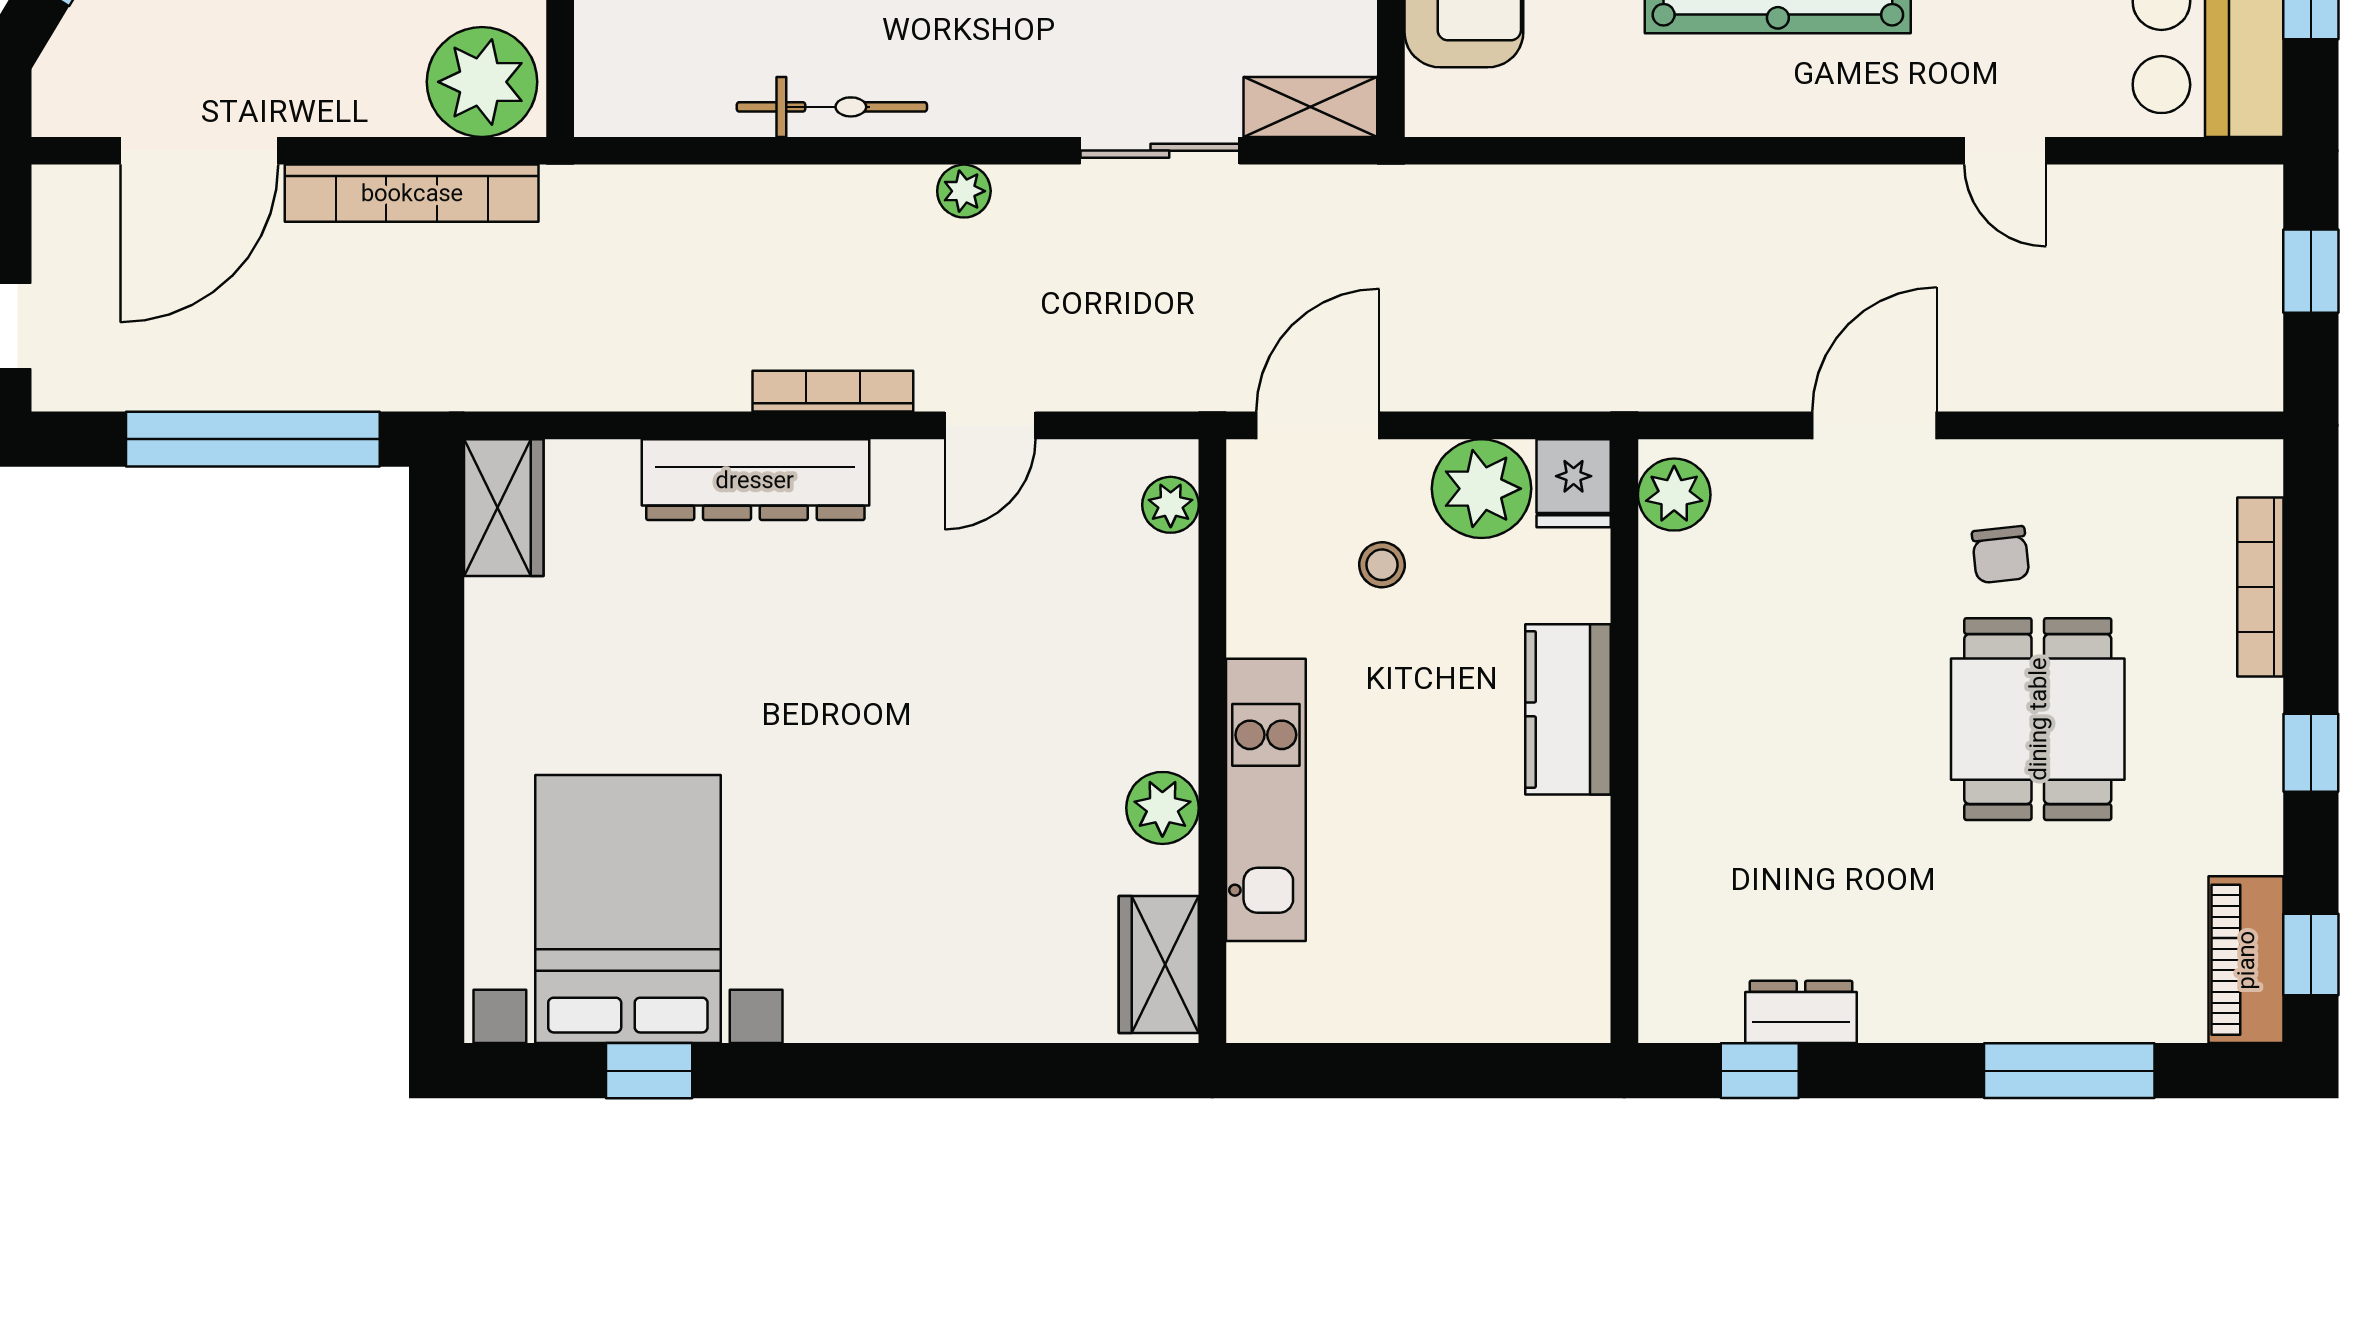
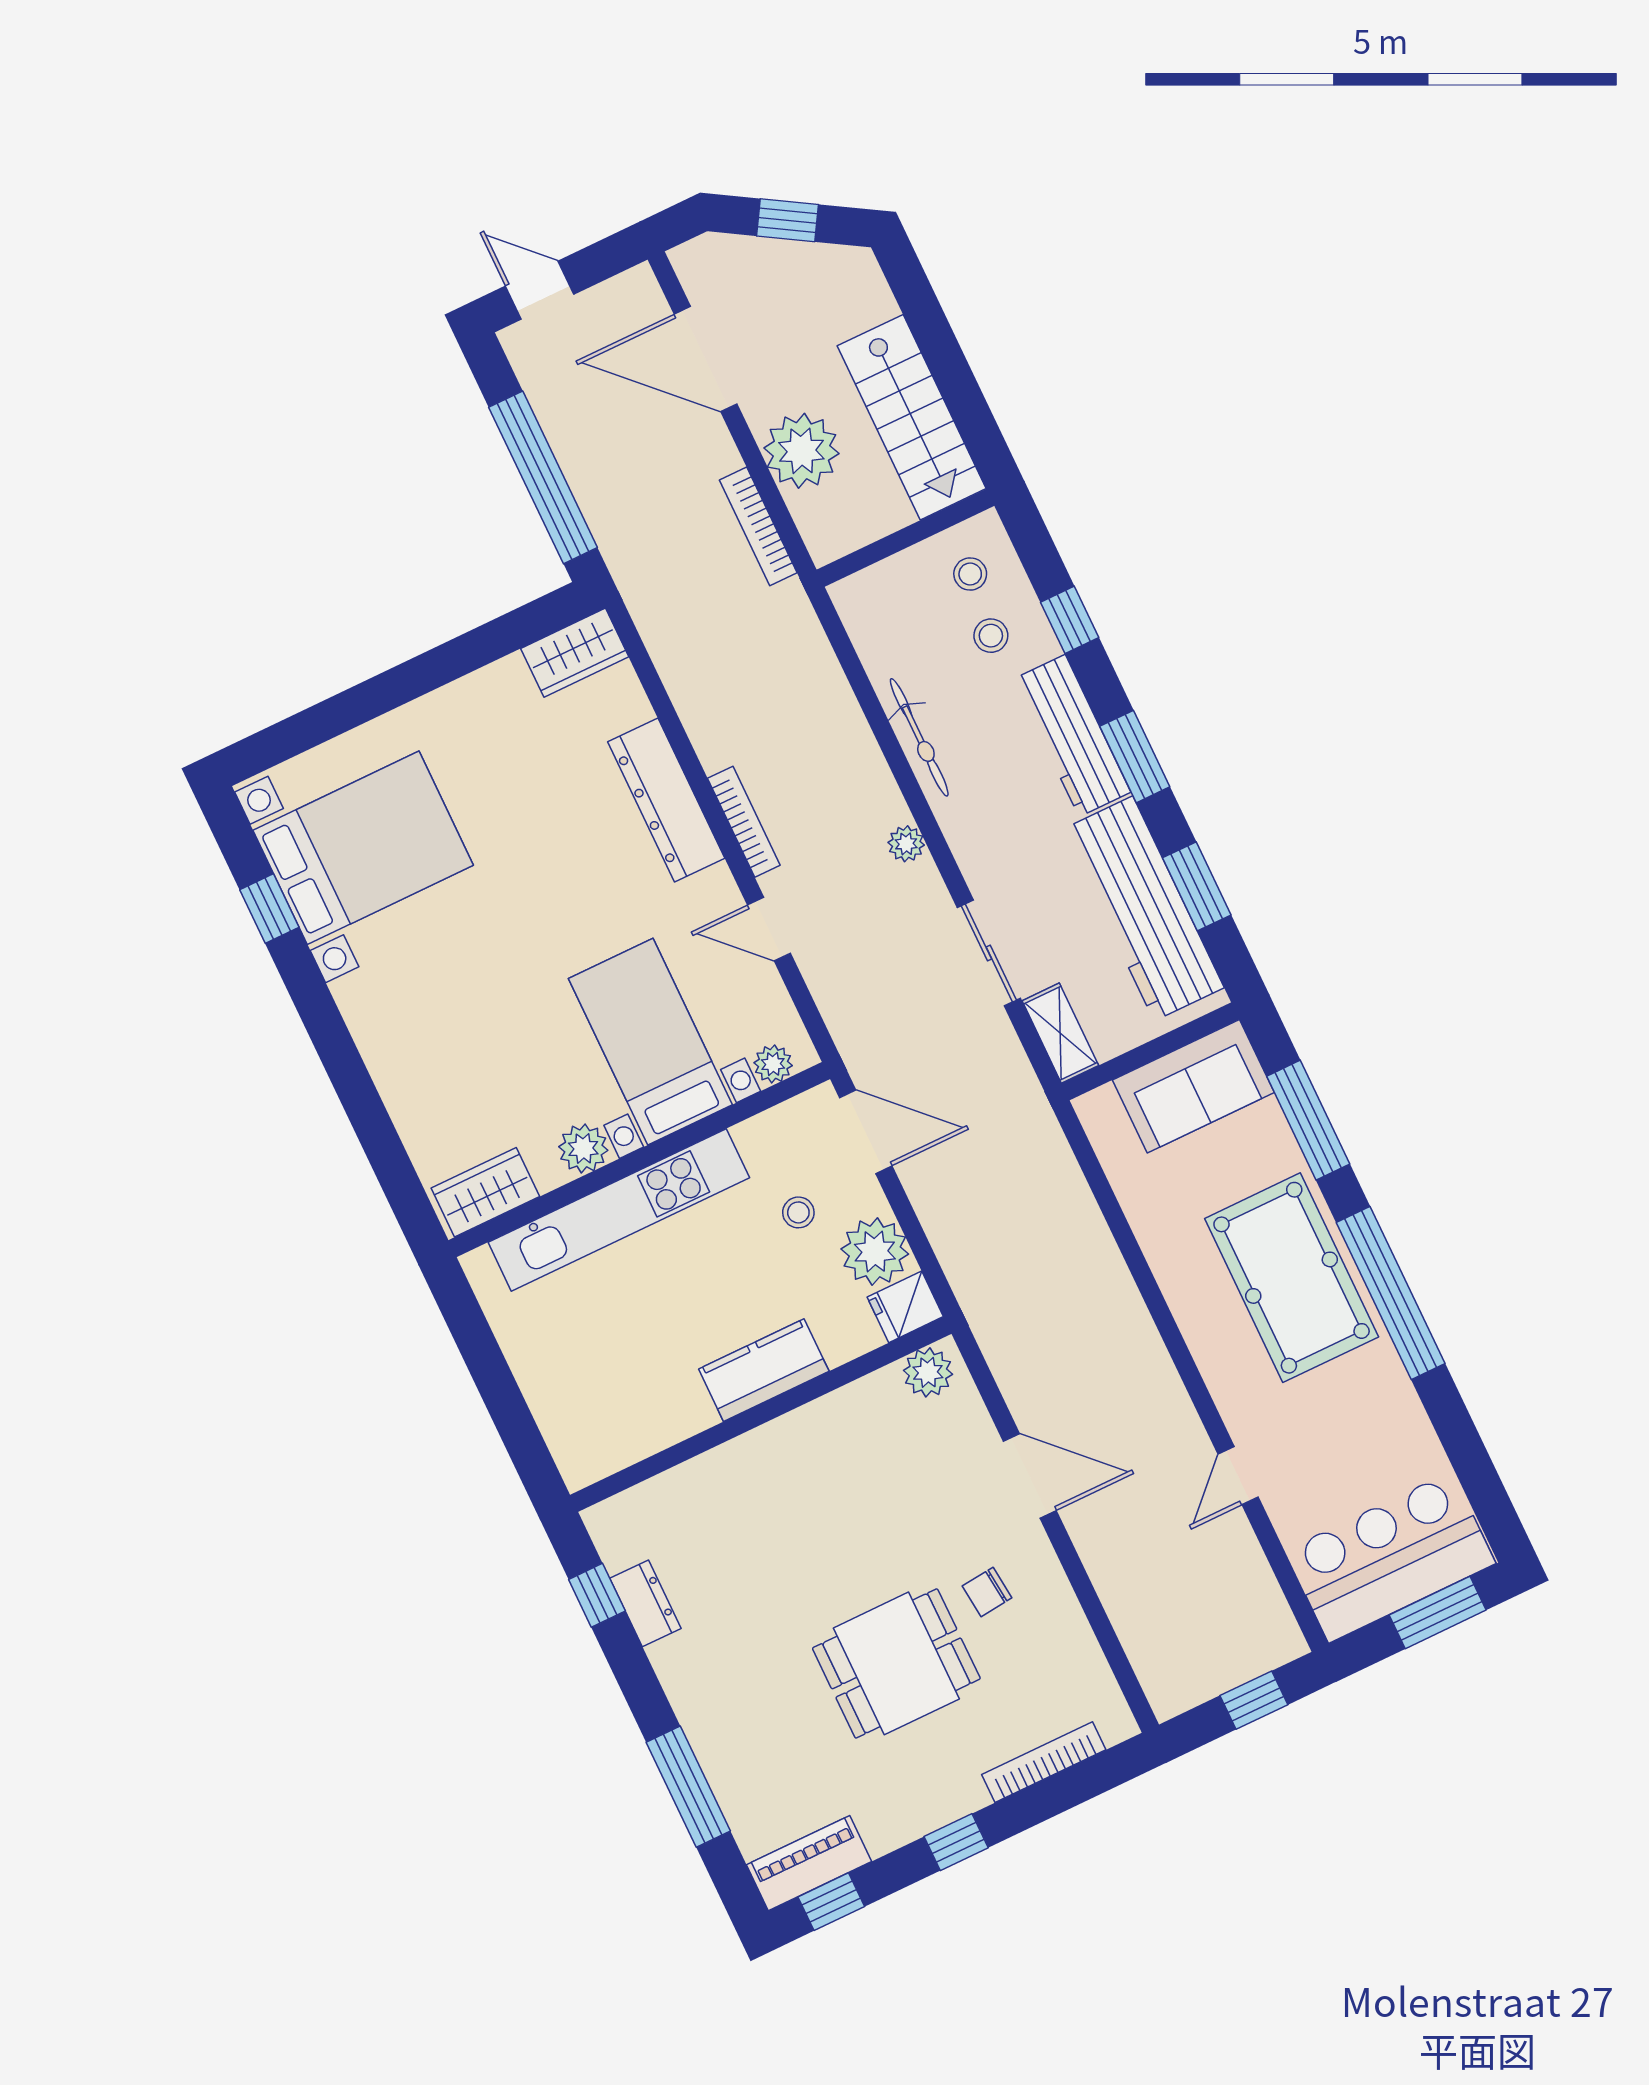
plant: (482, 82) -> (801, 451), moved
bookcase: (412, 193) -> (758, 526), width x0.68, depth x0.76
bed with nightstands: (1064, 652) -> (650, 1042), added
kitchen unit: (1266, 800) -> (619, 1210), width x1.36

